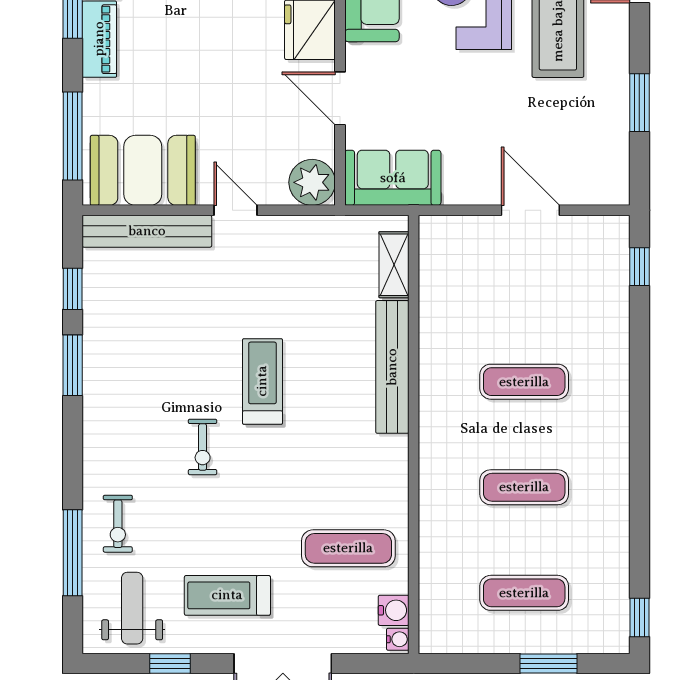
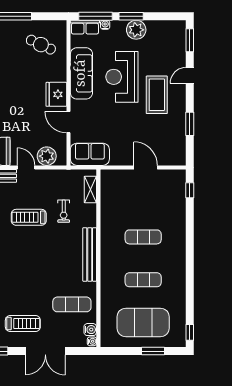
plant: (312, 182) -> (47, 156), moved
bench: (392, 367) -> (90, 254), moved
treadmill: (262, 381) -> (29, 217), moved, turned -90
exercise bike: (203, 447) -> (64, 211), moved
exercise mat: (524, 593) -> (143, 322), width x2.00, depth x1.45
treadmill: (227, 595) -> (23, 324), turned 180

